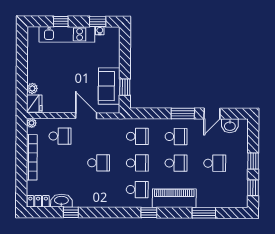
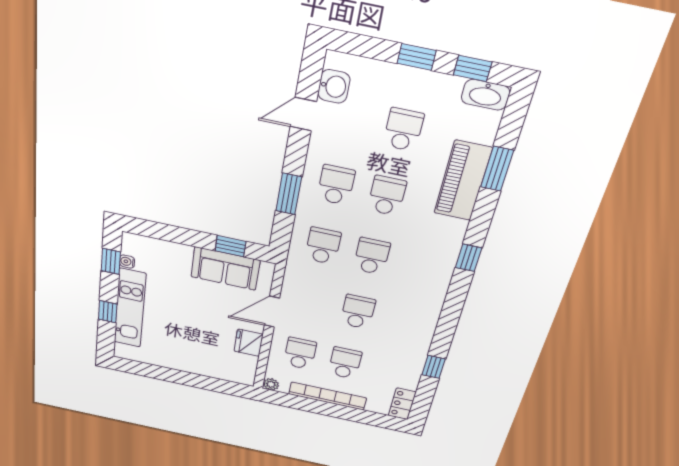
plant: (32, 88) -> (215, 371), removed
fridge: (34, 104) -> (249, 343), moved, turned -90
window: (183, 113) -> (289, 194), moved
door: (212, 114) -> (303, 114), swing flipped
school desk: (137, 190) -> (345, 363), moved
piano: (174, 198) -> (463, 181), moved
washbasin: (61, 201) -> (485, 95), moved, turned -90

